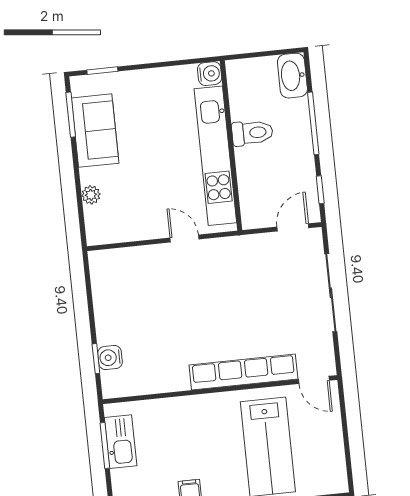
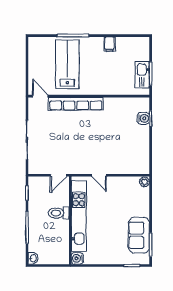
washbasin: (292, 76) -> (33, 258), width x0.52, depth x0.69
toilet: (252, 133) -> (59, 213), moved
plant: (91, 195) -> (145, 182), moved
door: (293, 227) -> (58, 175), moved

